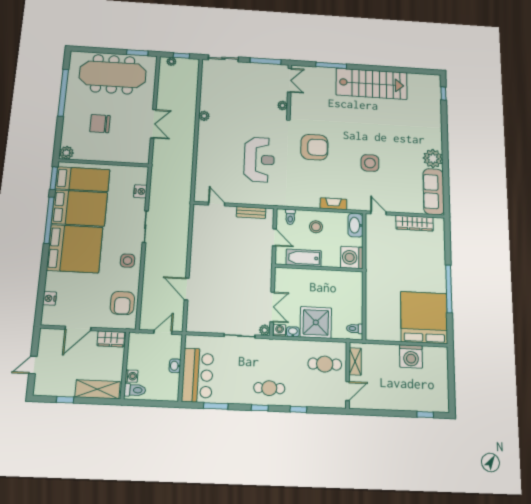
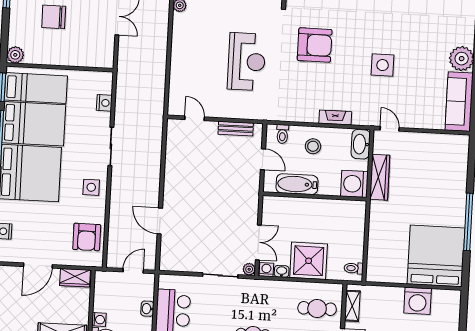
wardrobe: (415, 223) -> (380, 177), moved, turned -90

